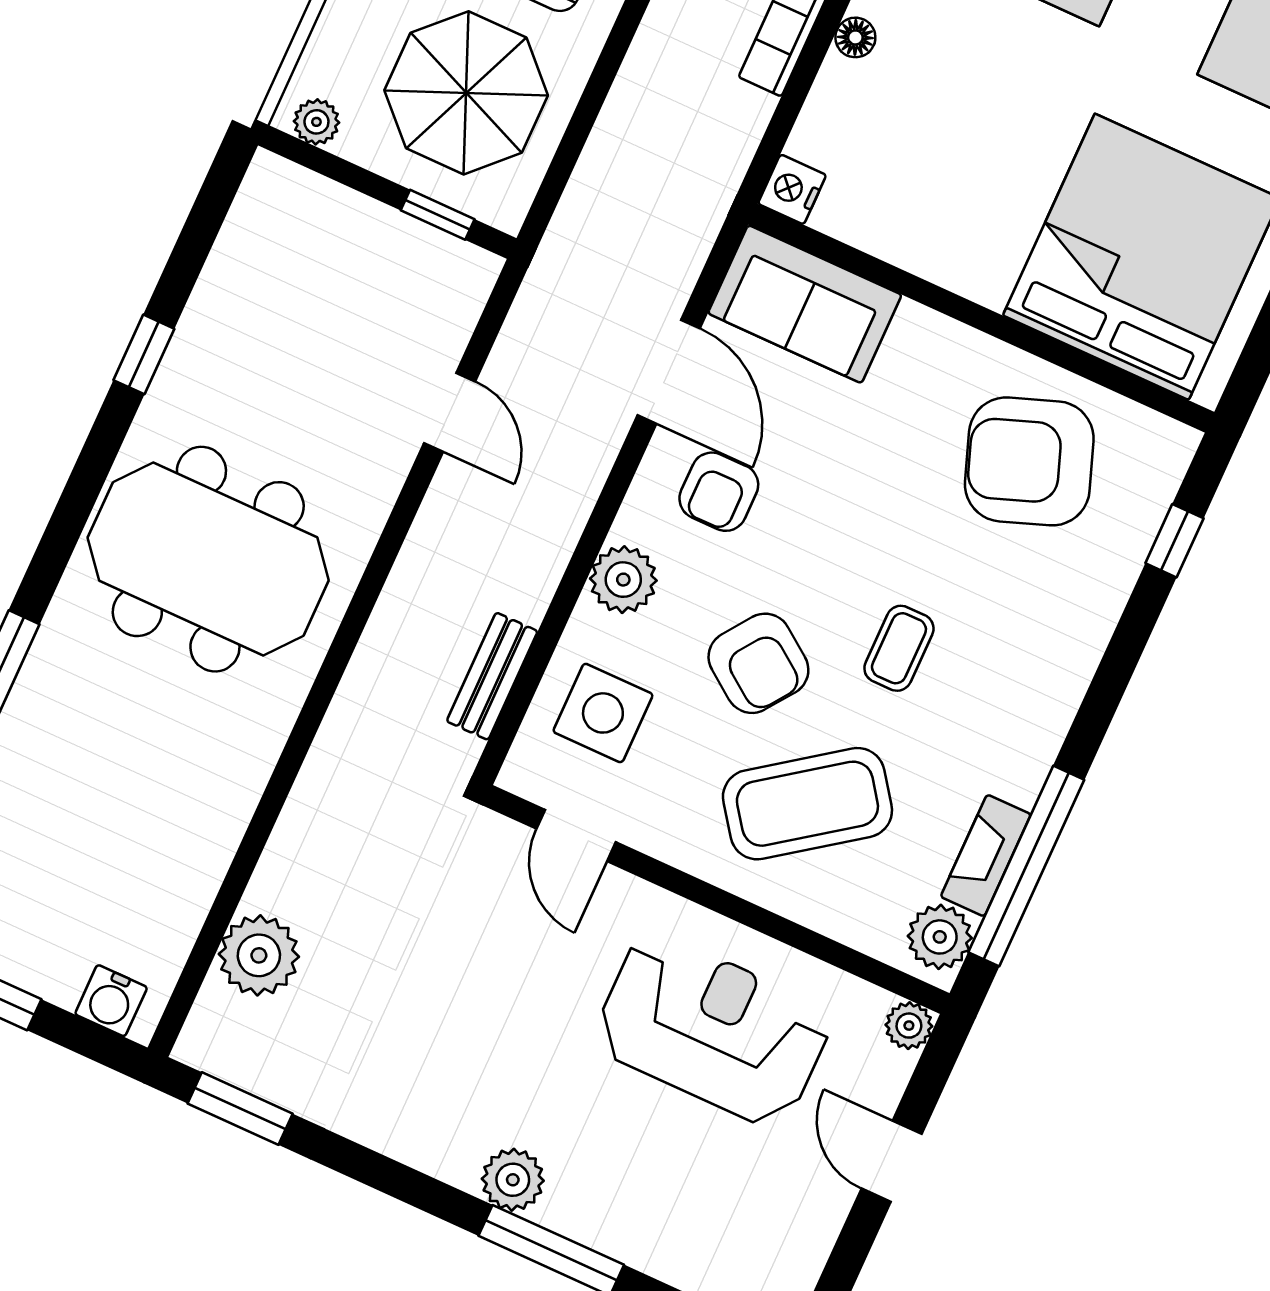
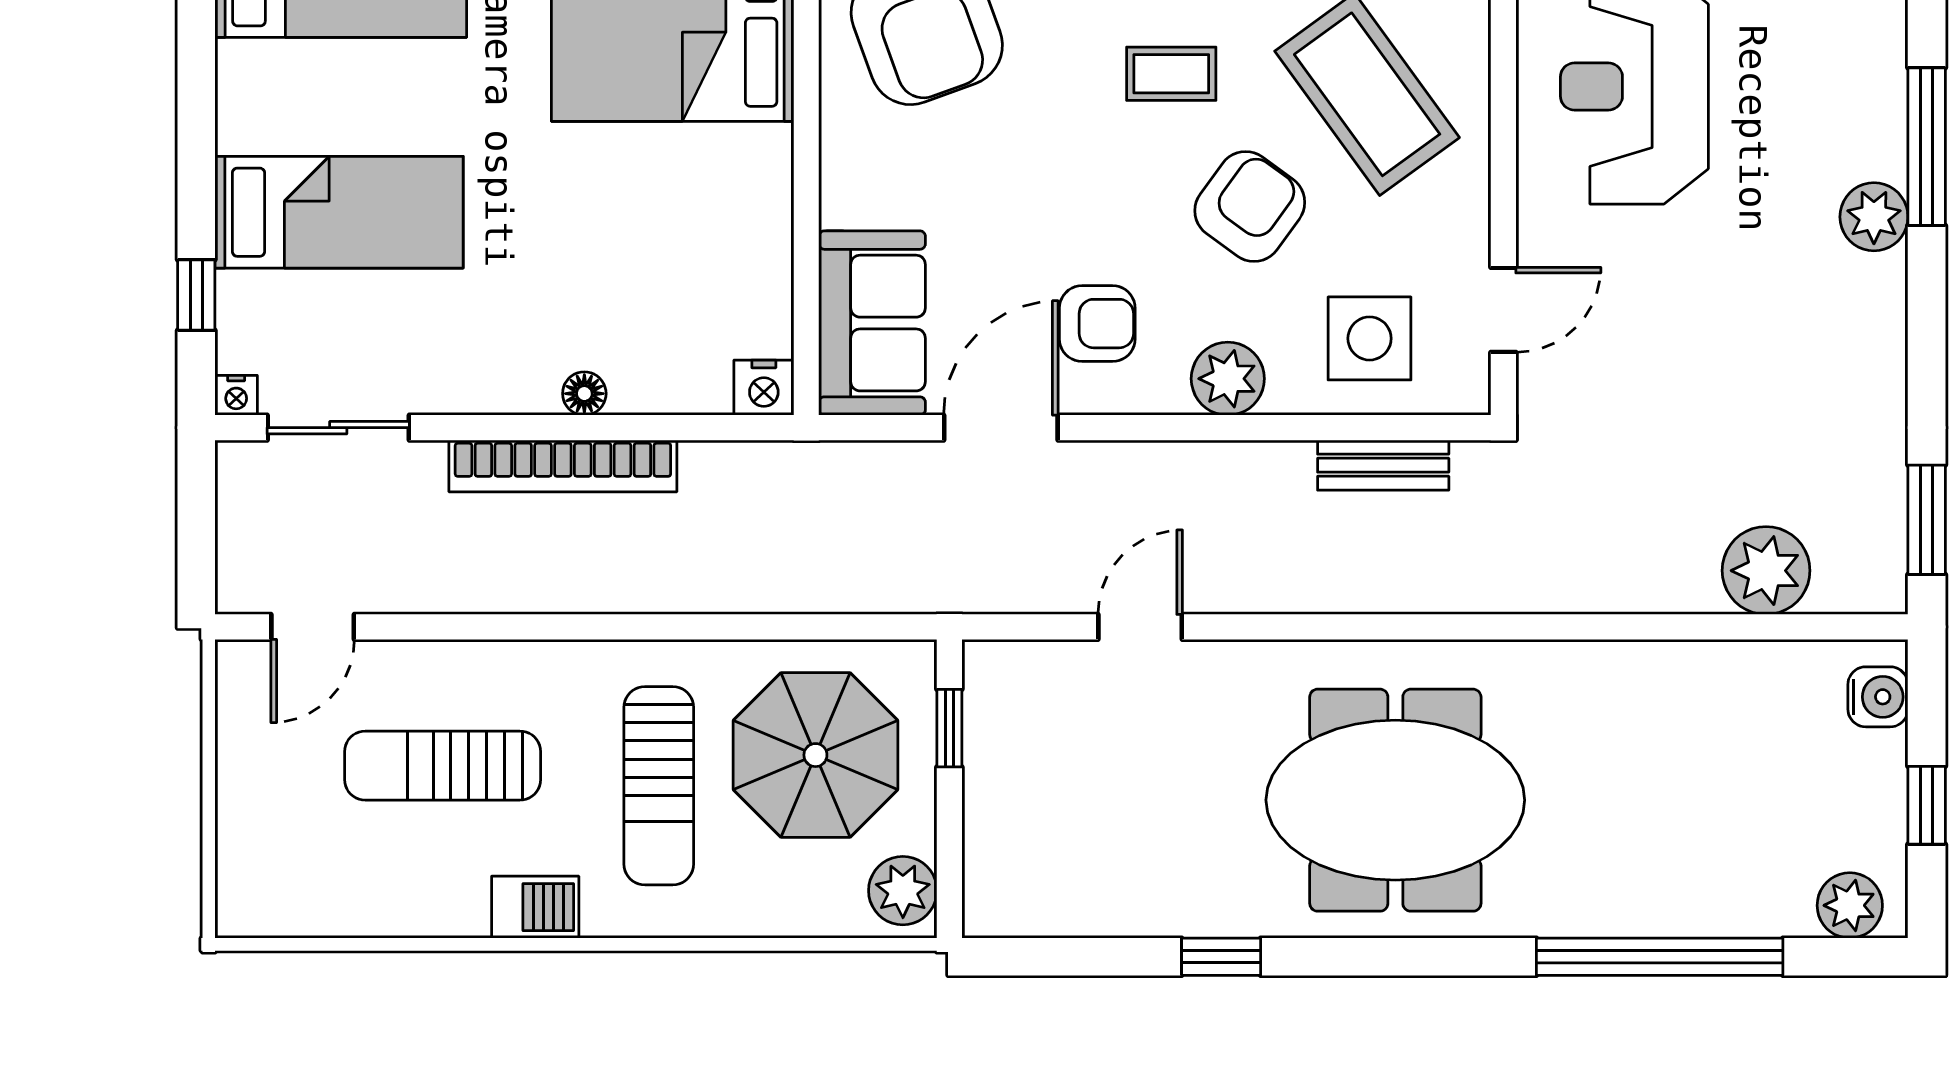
plant: (316, 122) -> (903, 891), width x1.38, depth x1.38
meeting table: (208, 559) -> (1395, 800), turned 90

